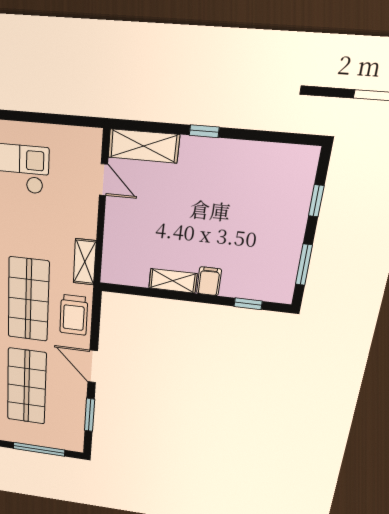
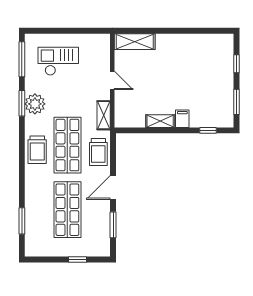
window: (204, 131) -> (168, 31), removed
door: (103, 180) -> (112, 80), moved
door: (93, 366) -> (113, 187), hinge flipped
window: (39, 449) -> (78, 259), width x0.46

